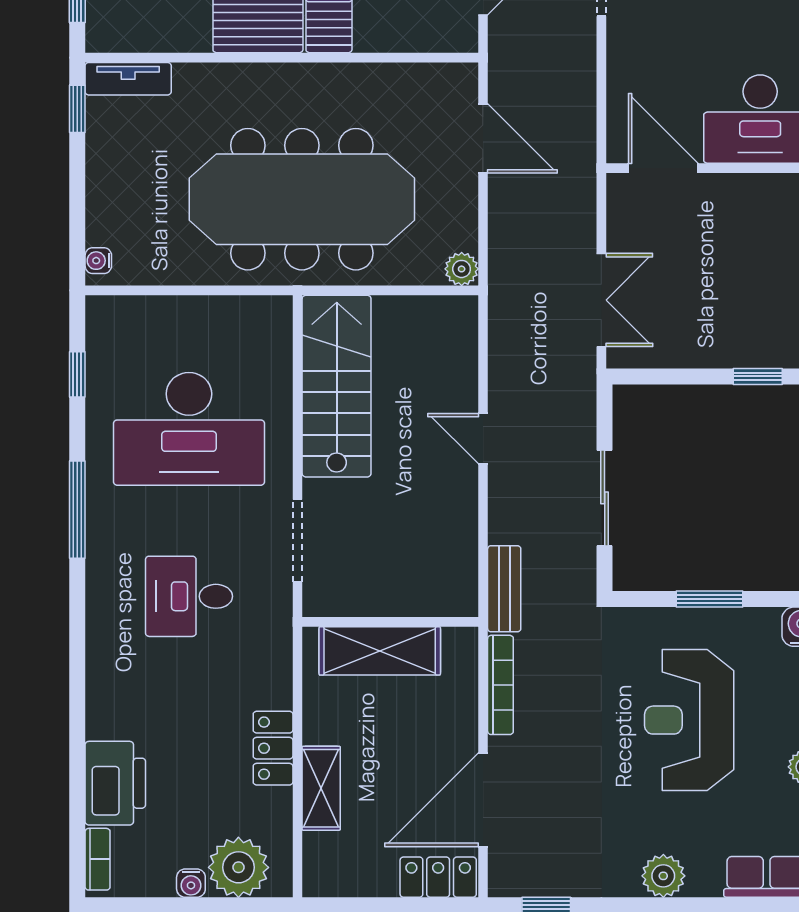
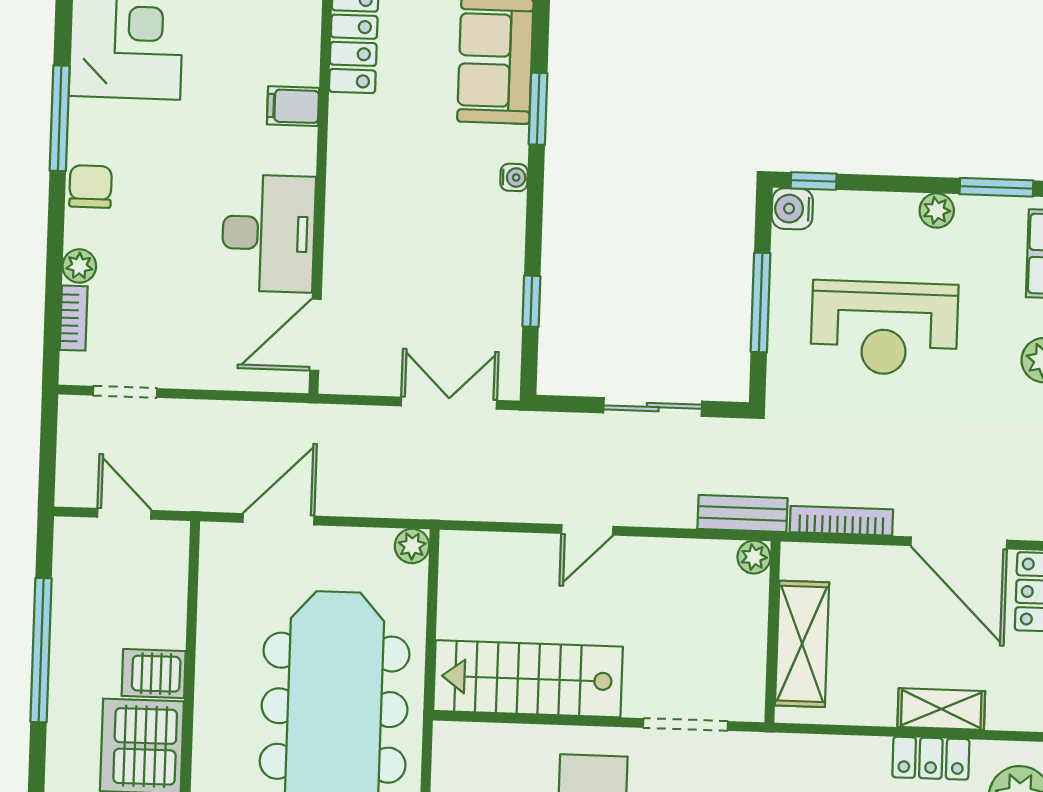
window: (758, 376) -> (531, 301), moved
window: (710, 599) -> (761, 303), width x1.44
plant: (462, 601) -> (754, 557), added
locker: (273, 748) -> (931, 758), moved

